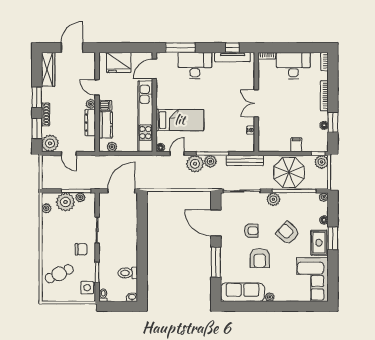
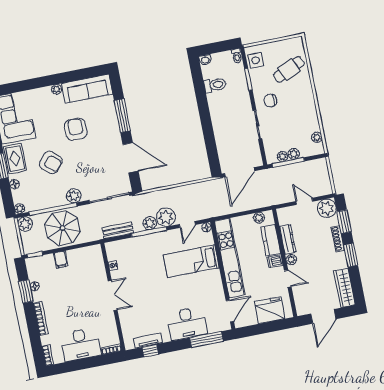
tv unit: (233, 57) -> (148, 340), width x0.71
bench: (245, 160) -> (118, 230), width x0.73
plant: (322, 162) -> (25, 224), moved
plant: (65, 202) -> (294, 154), width x0.53, depth x0.53
armchair: (251, 231) -> (91, 157), removed

